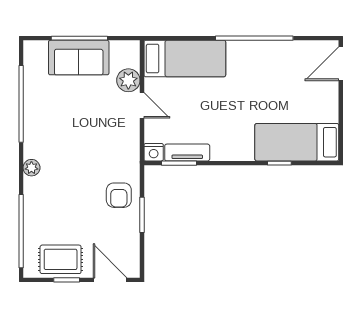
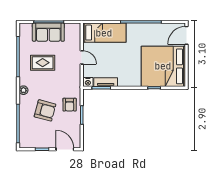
plant: (128, 80) -> (75, 44), removed
bed: (297, 142) -> (163, 66), width x2.04
armchair: (72, 206) -> (45, 110), added
rug: (61, 259) -> (43, 63), moved

